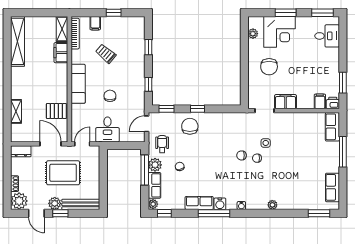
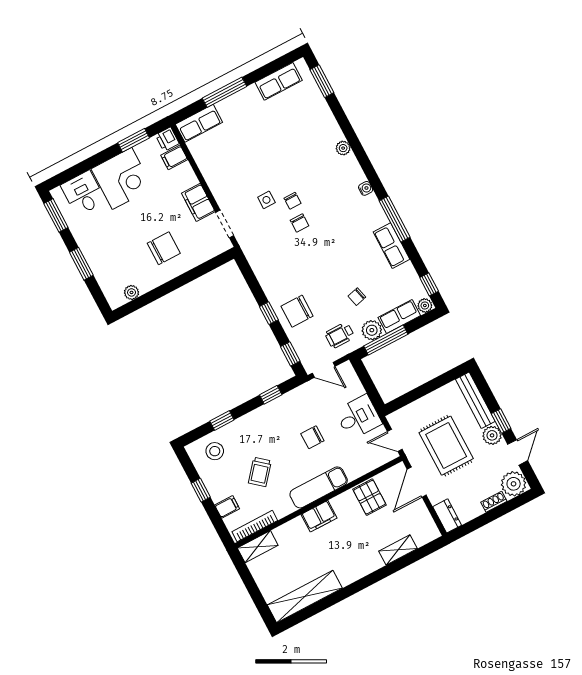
corner desk: (280, 32) -> (122, 178), moved, turned 90
stool: (132, 33) -> (215, 451), added
filing cabinet: (61, 53) -> (319, 516), moved
water cooler: (220, 204) -> (378, 218), removed

